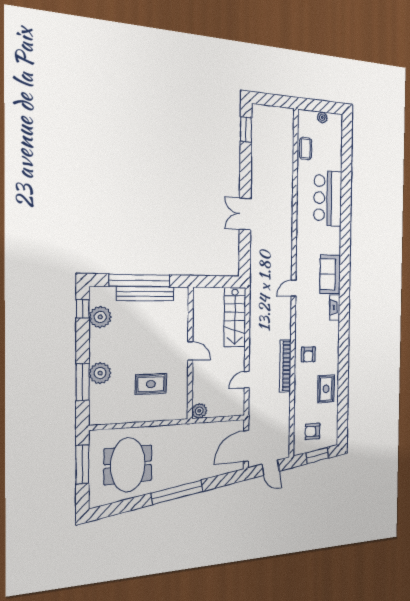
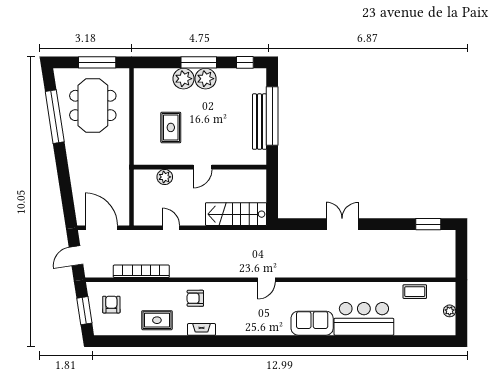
sofa: (330, 274) -> (312, 323), moved
door: (294, 288) -> (266, 280), swing flipped
fireplace: (335, 307) -> (201, 329), moved
plant: (100, 317) -> (205, 79), moved
bookcase: (285, 366) -> (141, 271), moved
window: (83, 382) -> (199, 62), moved
plant: (199, 411) -> (165, 177), moved
meeting table: (128, 465) -> (93, 105), turned 90
window: (177, 492) -> (55, 117), moved

